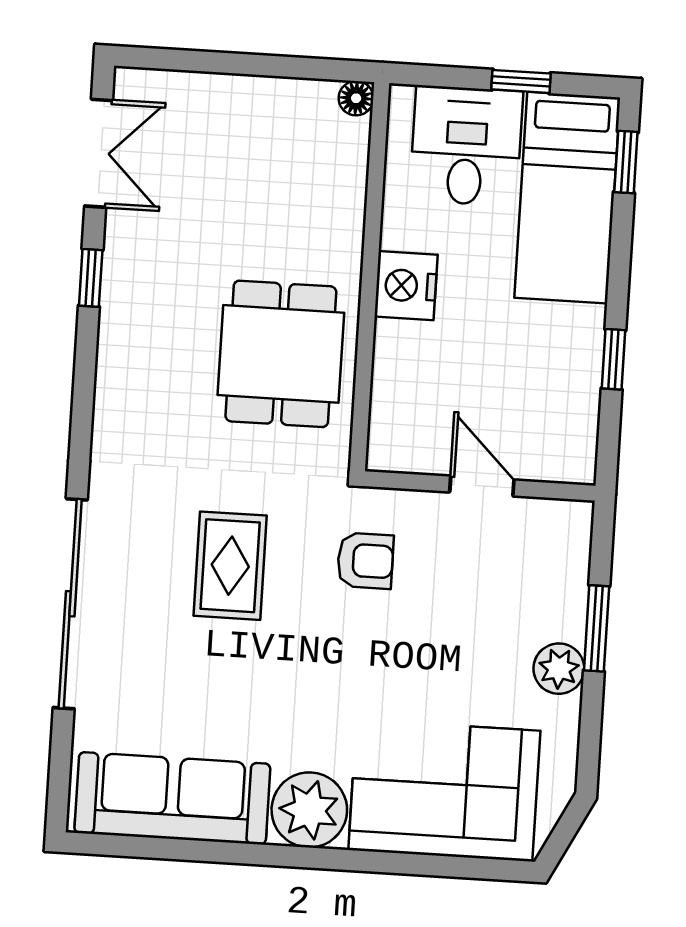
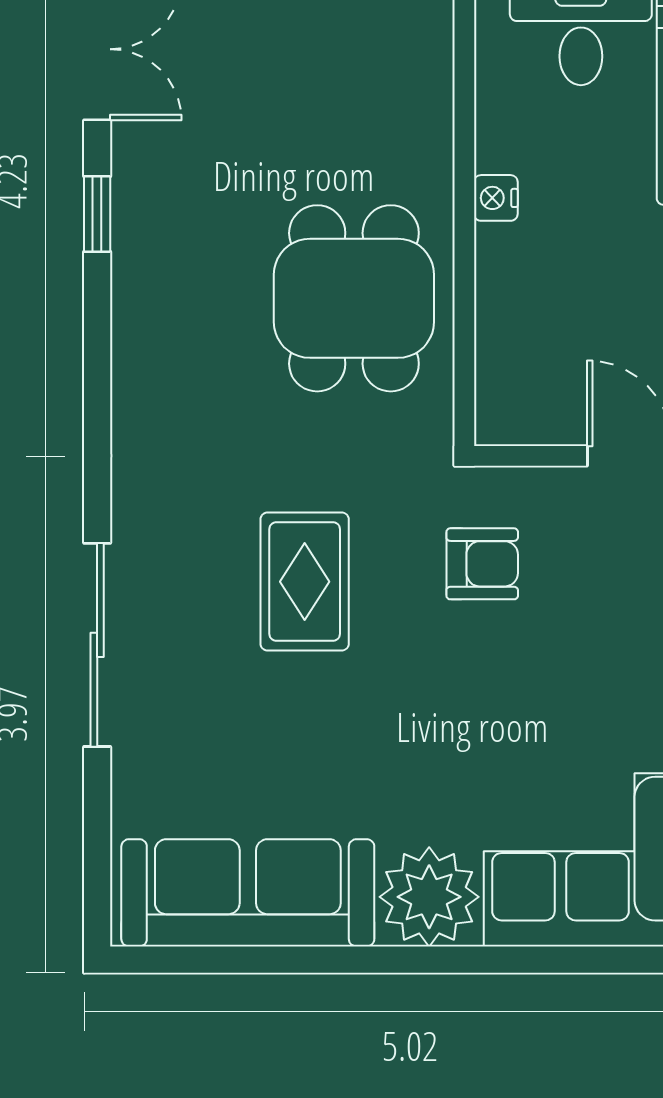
nightstand: (406, 286) -> (496, 198), width x0.53, depth x0.56
sliding door: (70, 604) -> (97, 645), width x0.73

